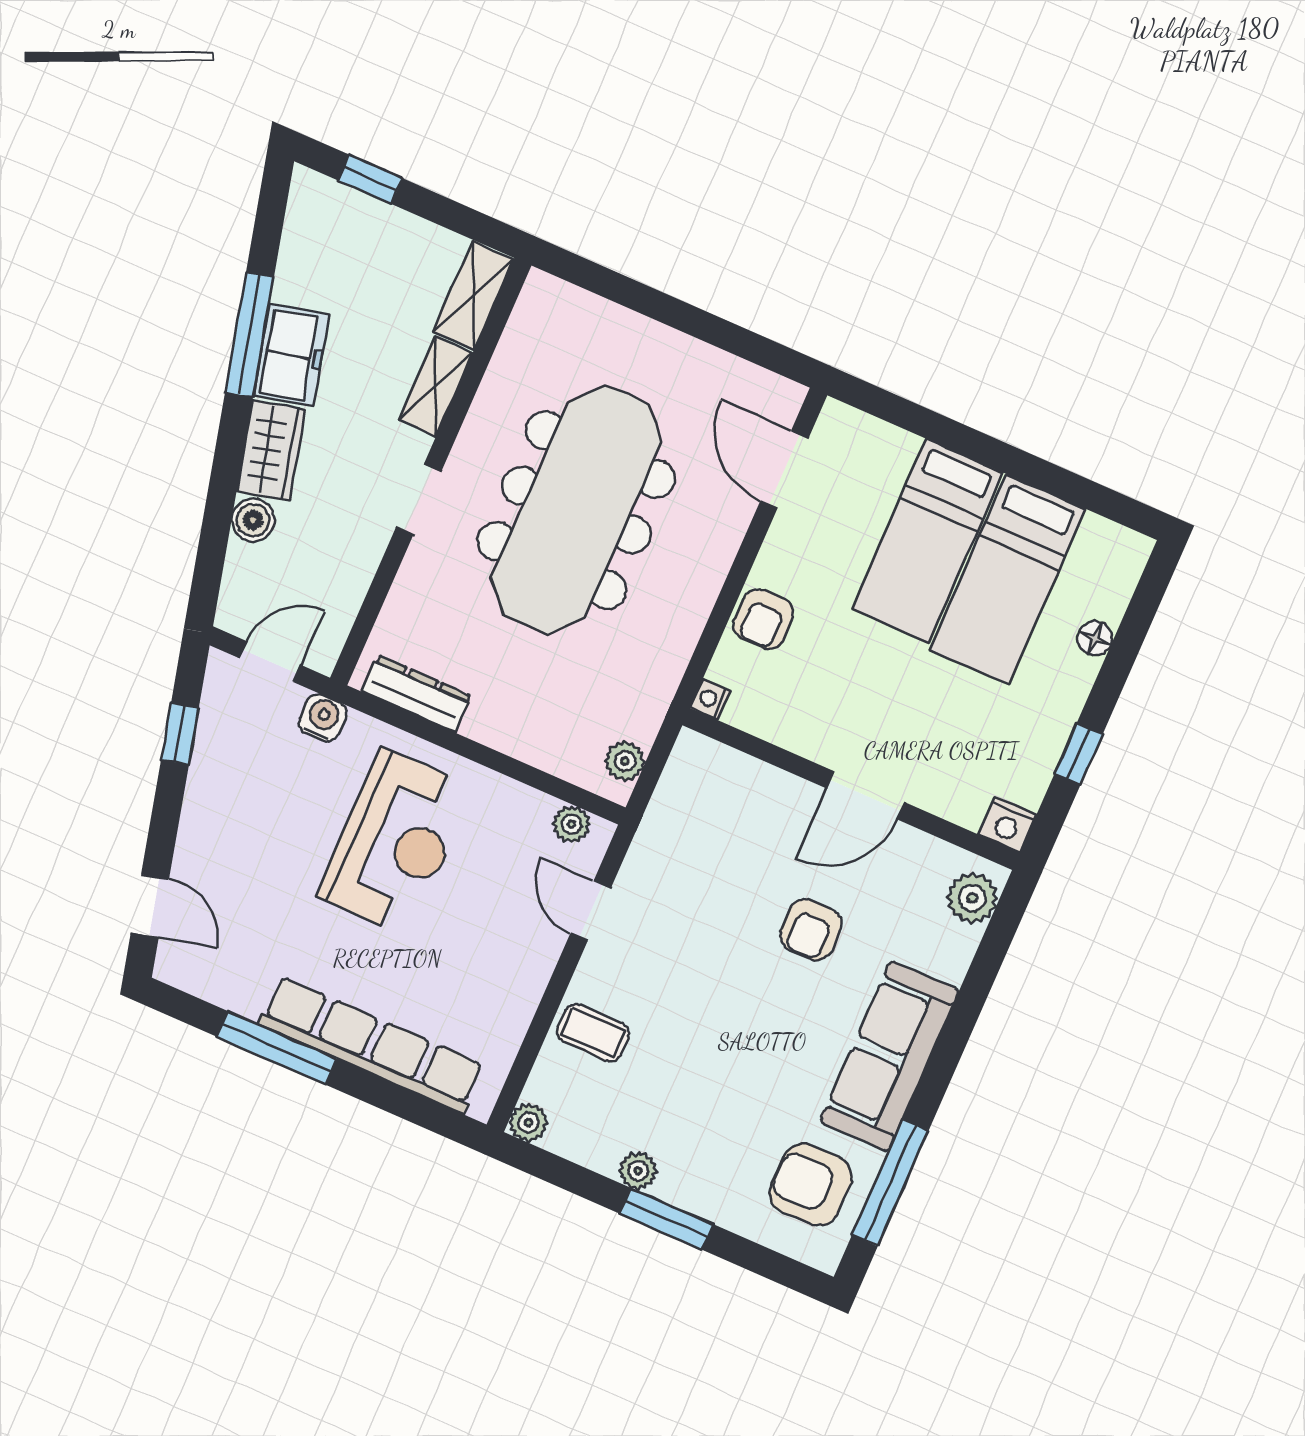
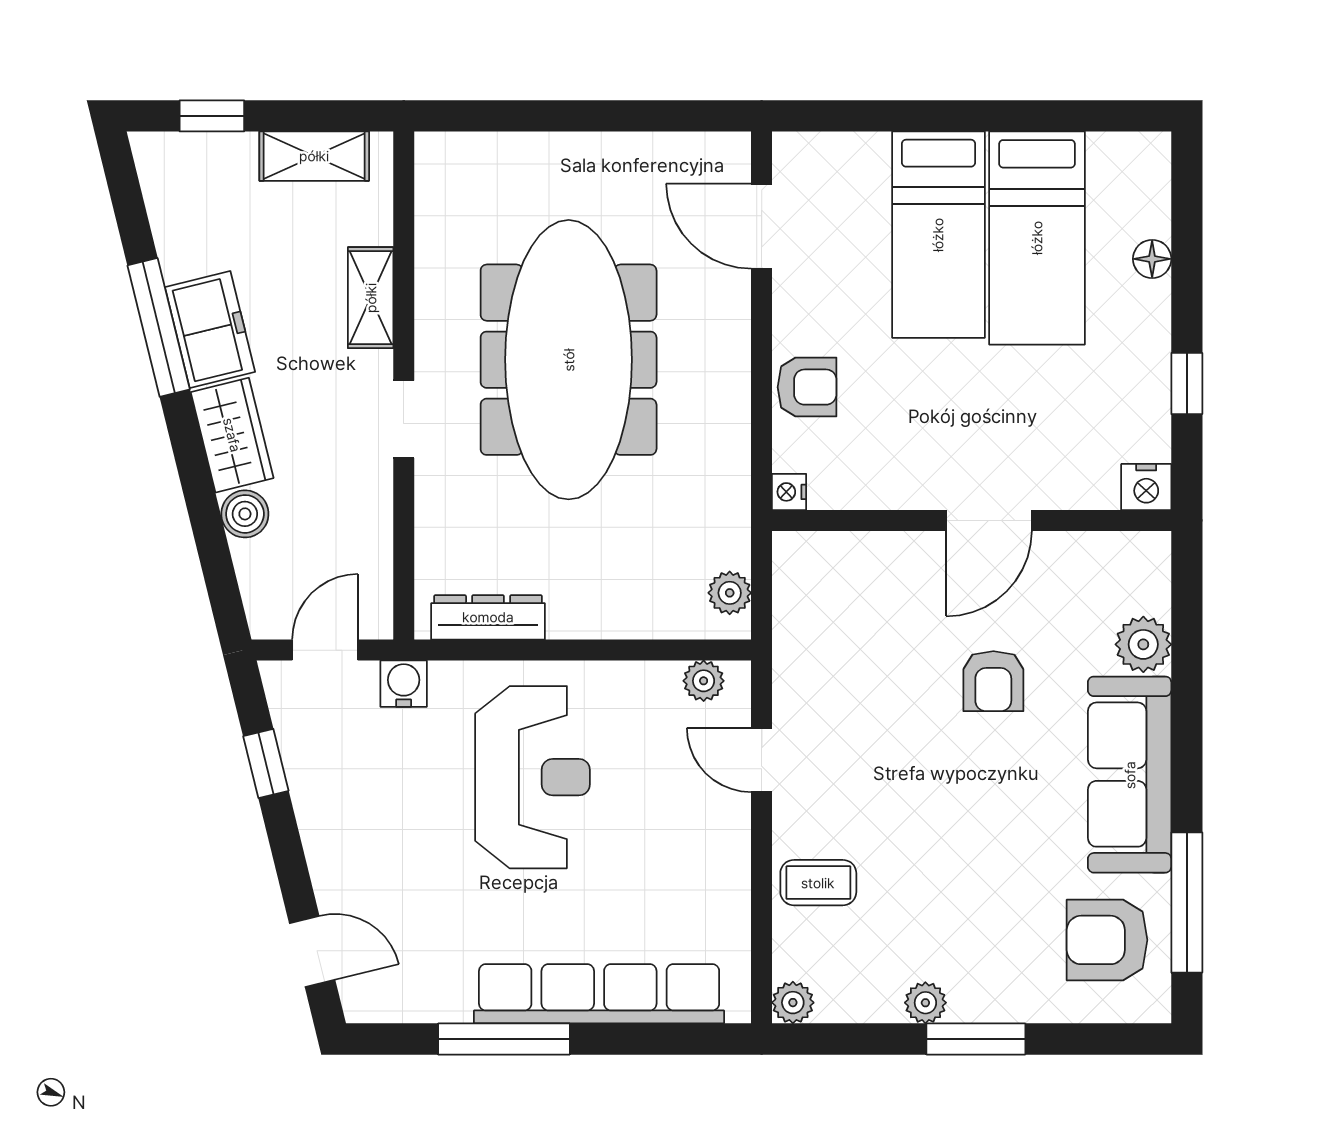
shelving: (474, 296) -> (314, 156), moved, turned 90
armchair: (764, 619) -> (807, 387), turned -90
plant: (972, 898) -> (1143, 644), moved

